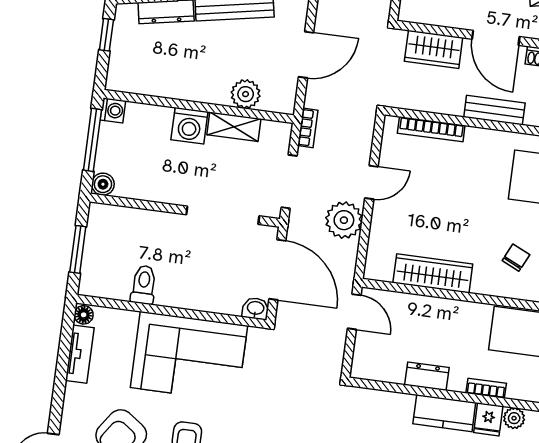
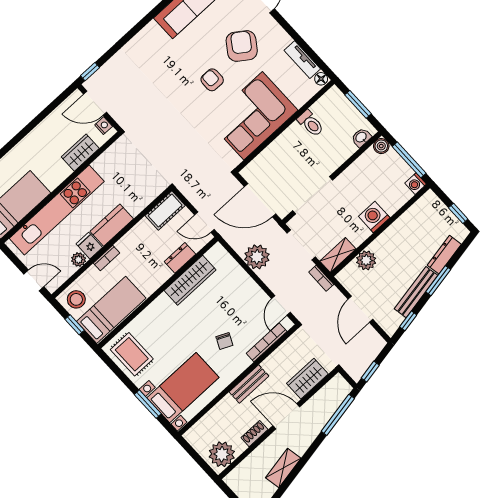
shelving: (234, 127) -> (338, 255), moved
door: (371, 182) -> (281, 305), moved
chair: (516, 258) -> (224, 341), moved
washbasin: (256, 308) -> (361, 137), moved, turned 180
cot: (378, 367) -> (165, 211), added
dresser: (427, 376) -> (180, 258), moved, turned 180

